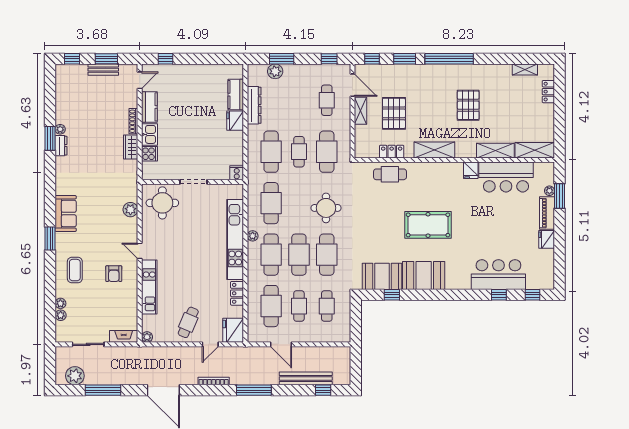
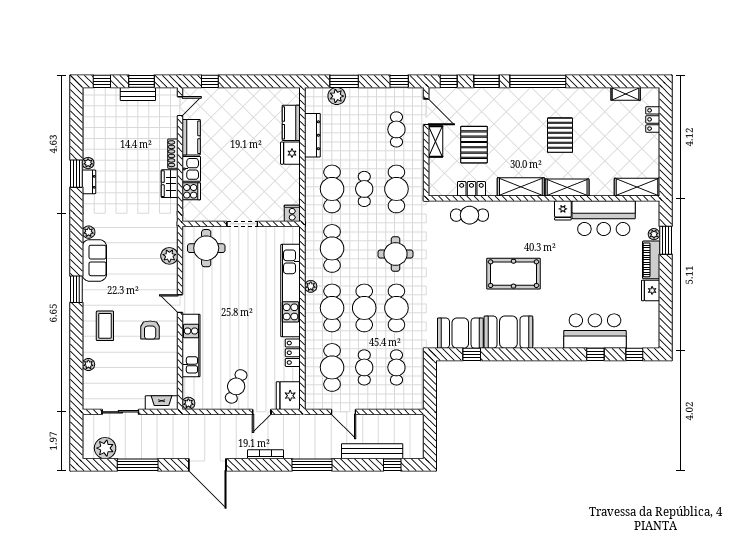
shelving: (495, 151) -> (567, 188), moved
plant: (61, 315) -> (89, 232), moved

